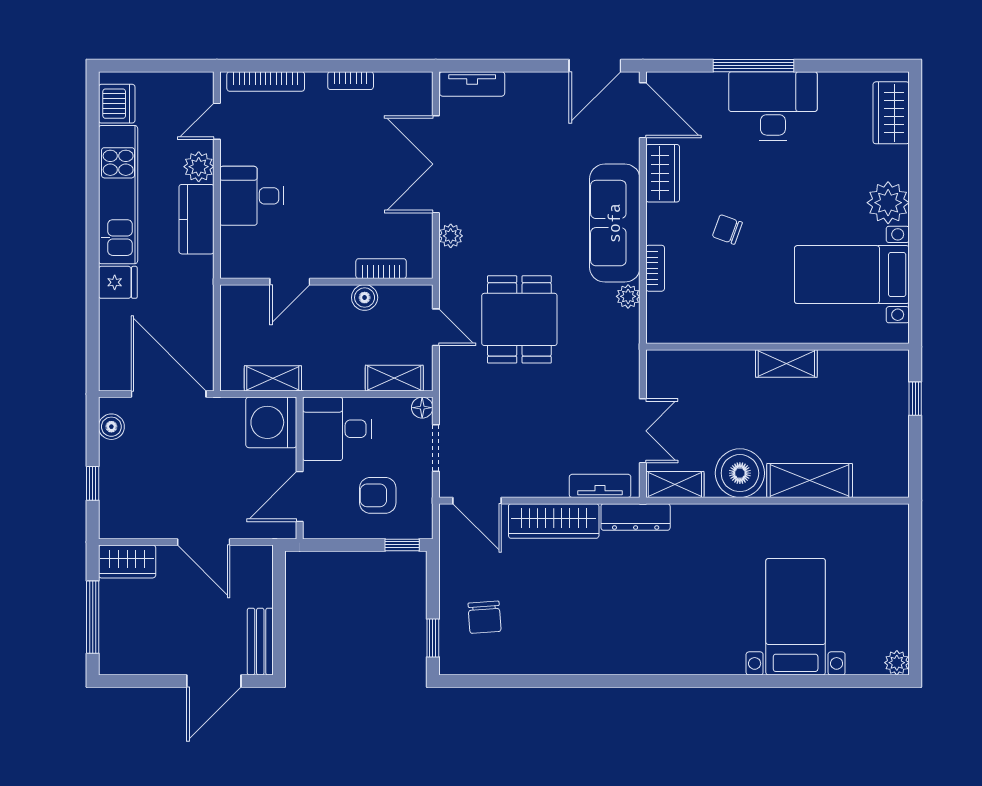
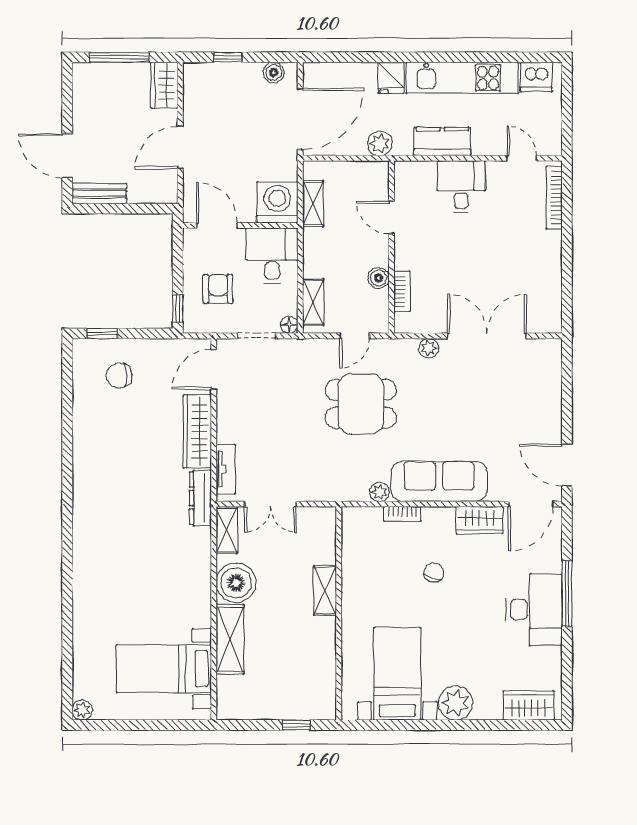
bookcase: (351, 81) -> (555, 267), removed
tv unit: (472, 84) -> (552, 365), removed
plant: (199, 167) -> (380, 143), moved
shelving: (786, 363) -> (325, 590), moved
bed with nightstands: (796, 617) -> (164, 669), moved, turned 180

